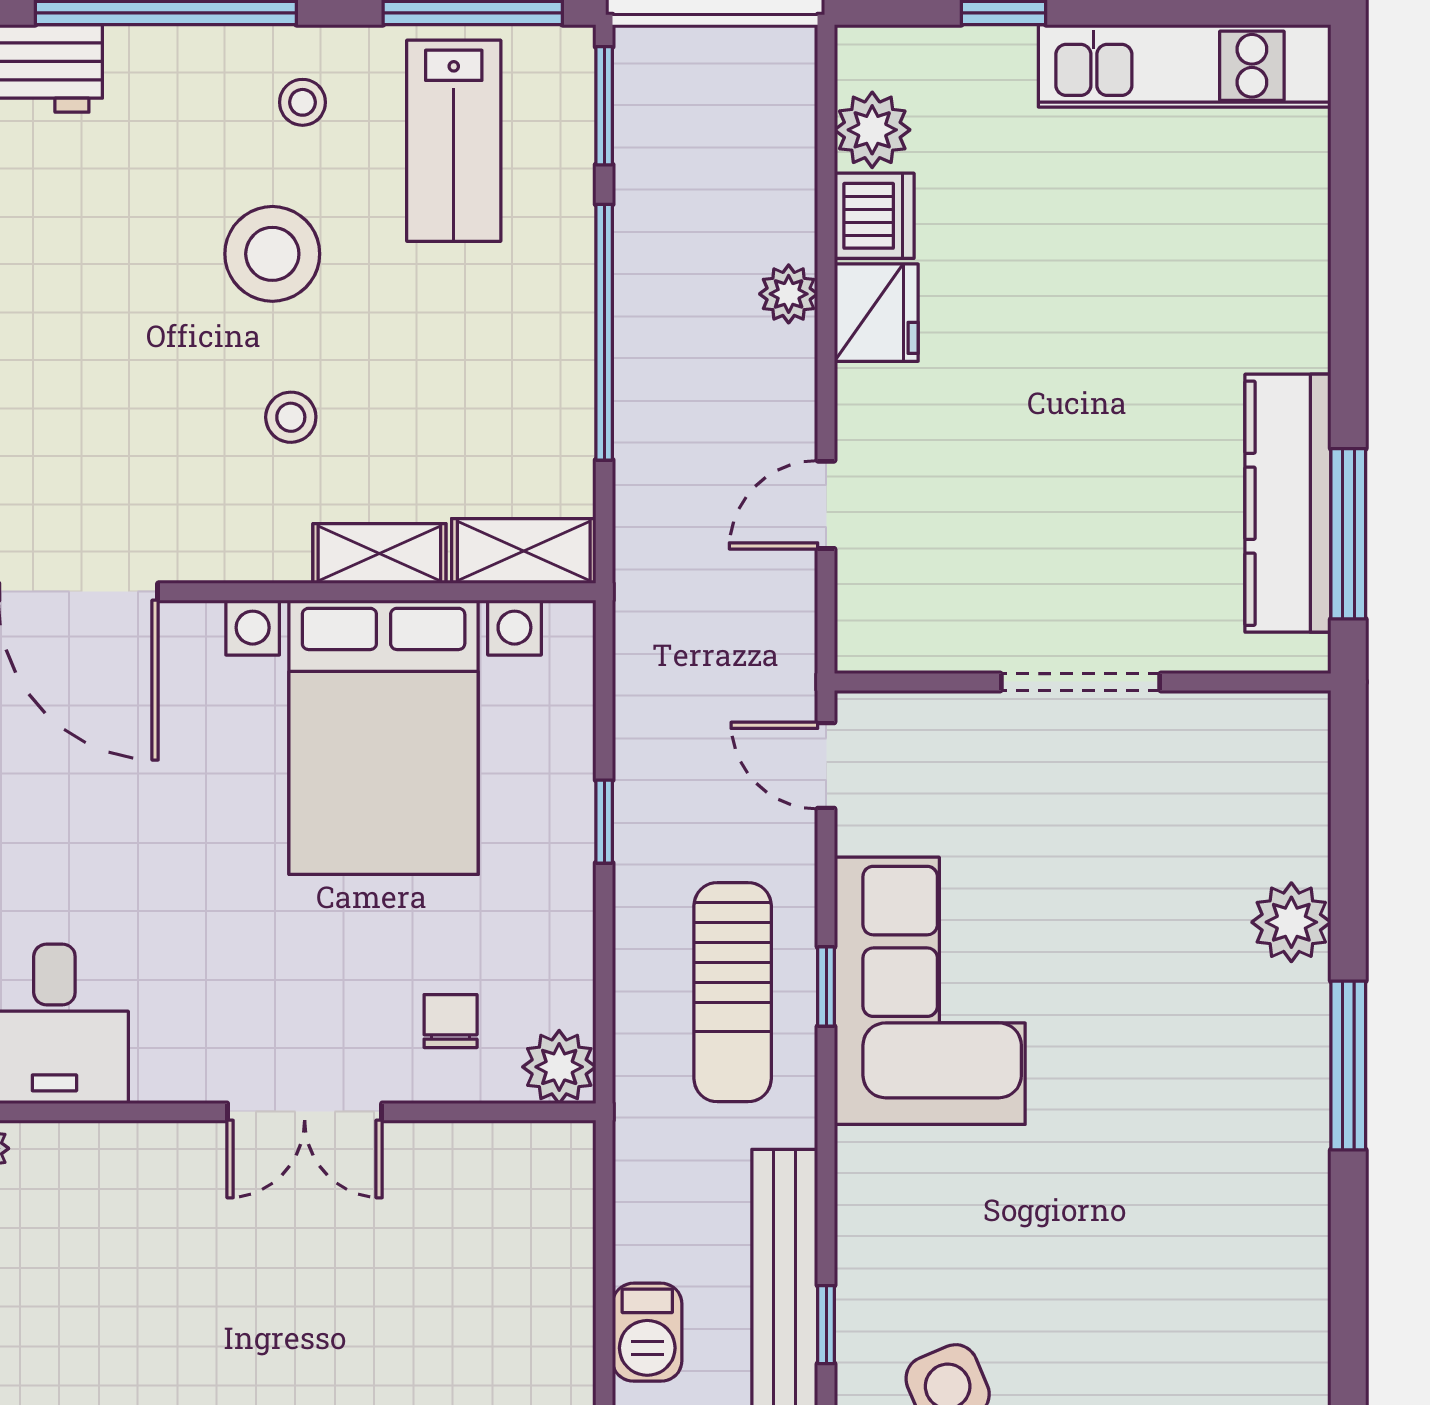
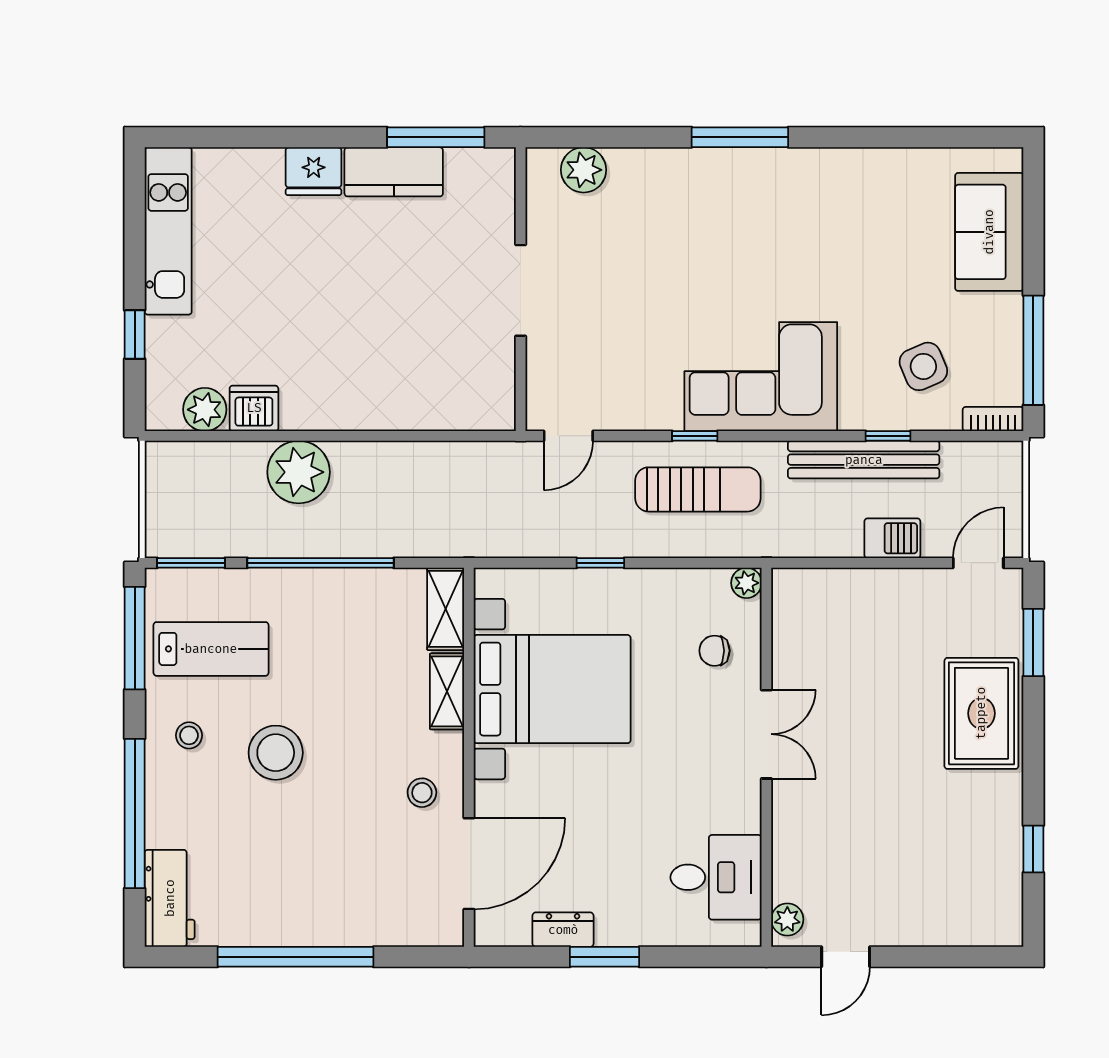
plant: (789, 294) -> (299, 472), width x1.87, depth x1.87
fridge: (876, 313) -> (314, 171), moved, turned 180
stool: (291, 417) -> (422, 793), moved
kitchen counter: (1288, 503) -> (394, 172), width x0.67
door: (826, 505) -> (419, 436), removed
plant: (1291, 922) -> (584, 170), moved
corner sofa: (930, 991) -> (761, 377), moved
plant: (559, 1067) -> (746, 583), width x0.73, depth x0.73

